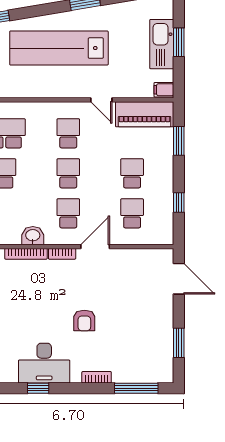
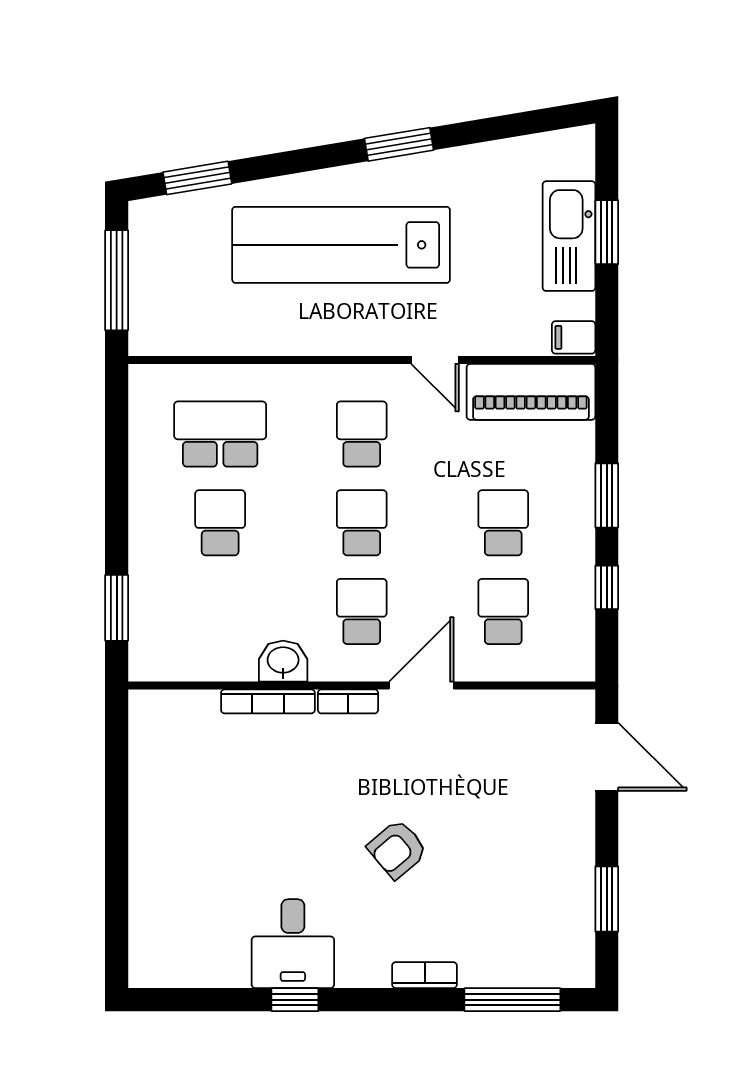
window: (179, 141) -> (607, 495), moved
armchair: (84, 320) -> (397, 849), turned 50
desk: (44, 363) -> (293, 944), width x0.73

